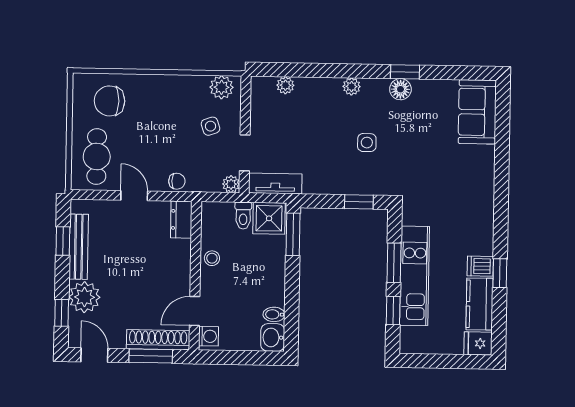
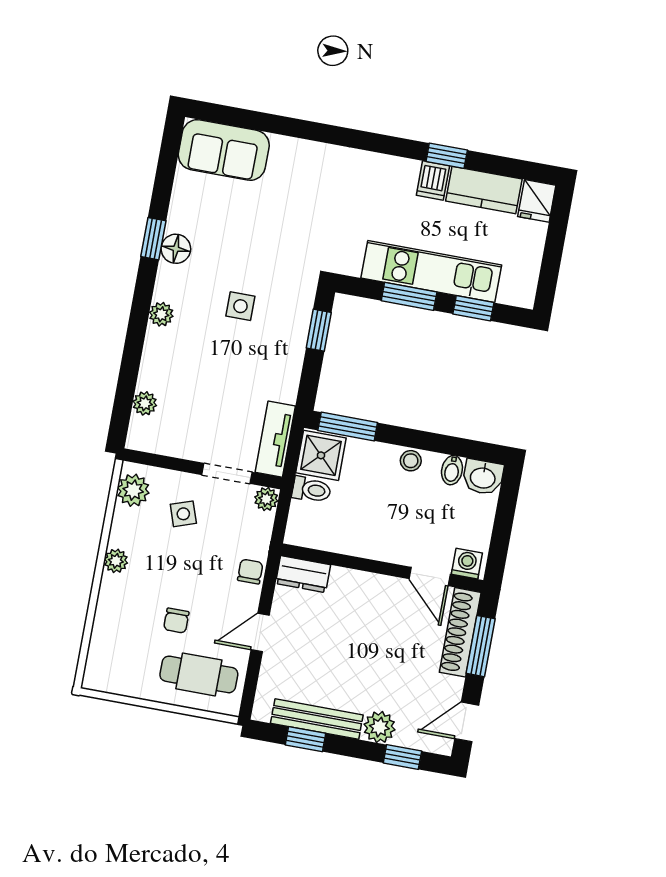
plant: (169, 83) -> (116, 561), added
chair: (110, 101) -> (176, 621), moved, width x0.54, depth x0.54
stool: (212, 258) -> (411, 461), moved
plant: (84, 297) -> (379, 727), width x0.73, depth x0.73

